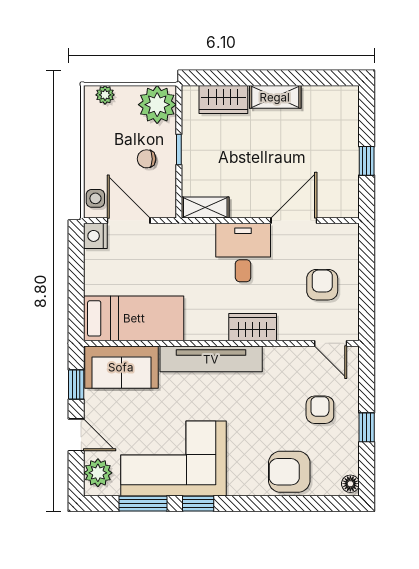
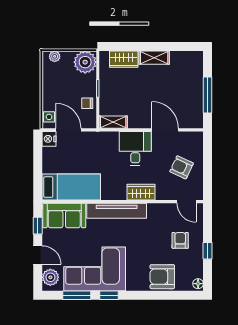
chair: (147, 159) -> (87, 103), moved
window: (367, 161) -> (208, 95), width x2.17
door: (294, 221) -> (165, 130), hinge flipped
armchair: (322, 285) -> (182, 167), turned -65

